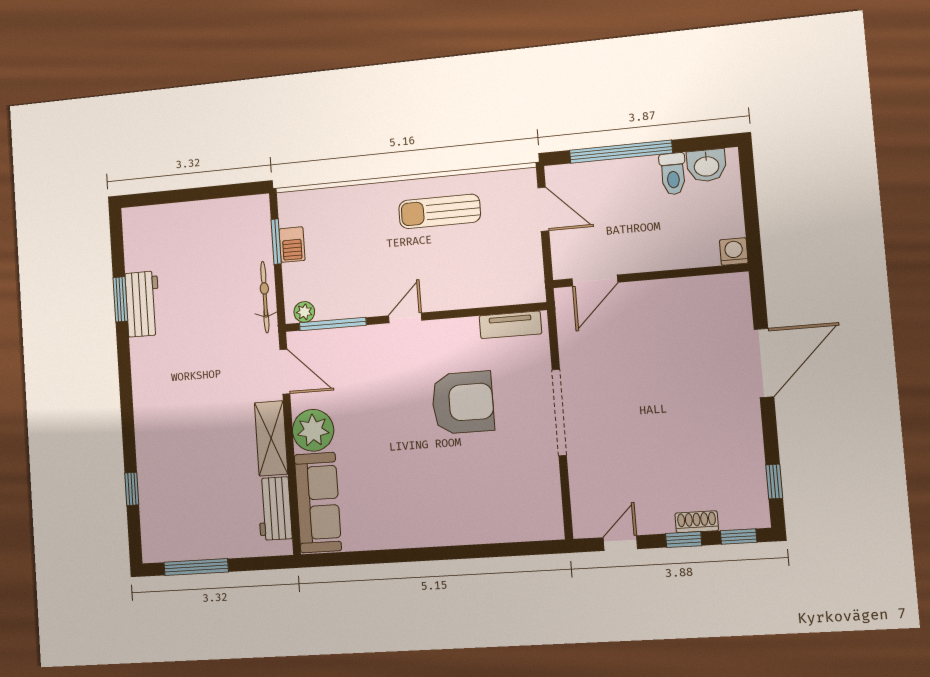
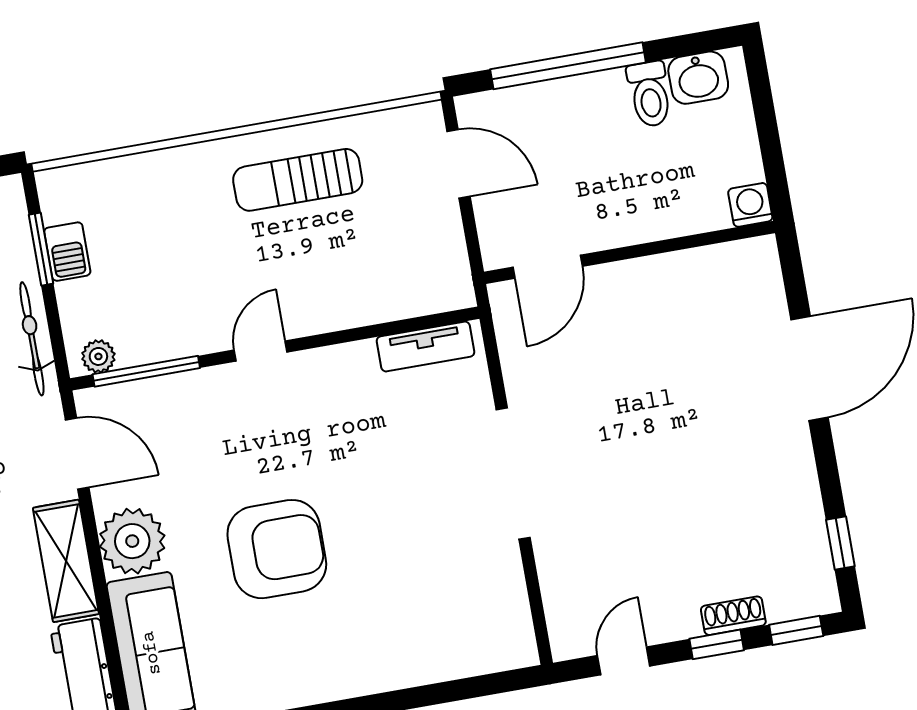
armchair: (463, 403) -> (277, 549), moved

